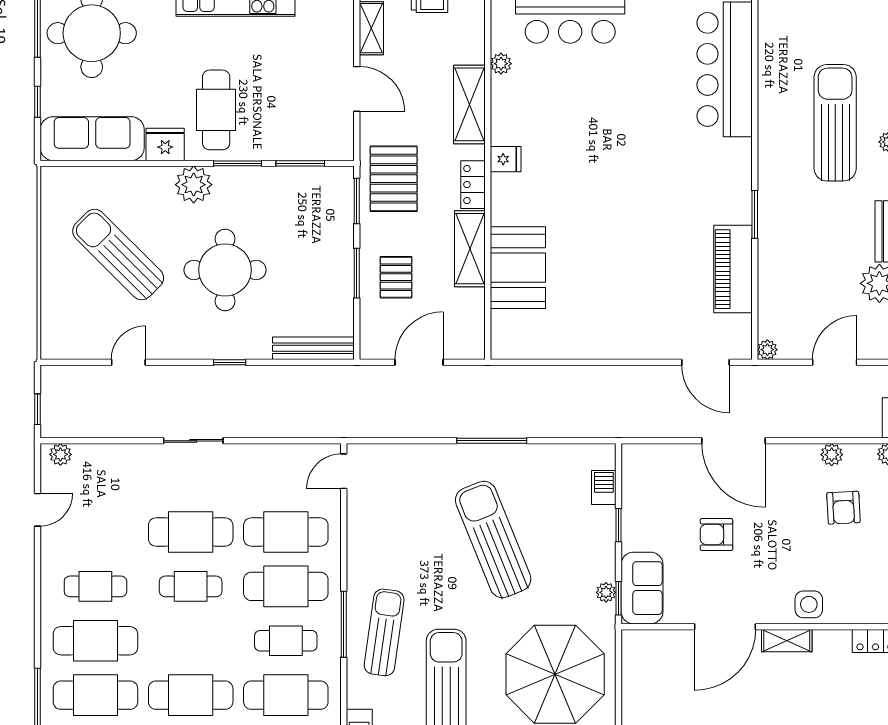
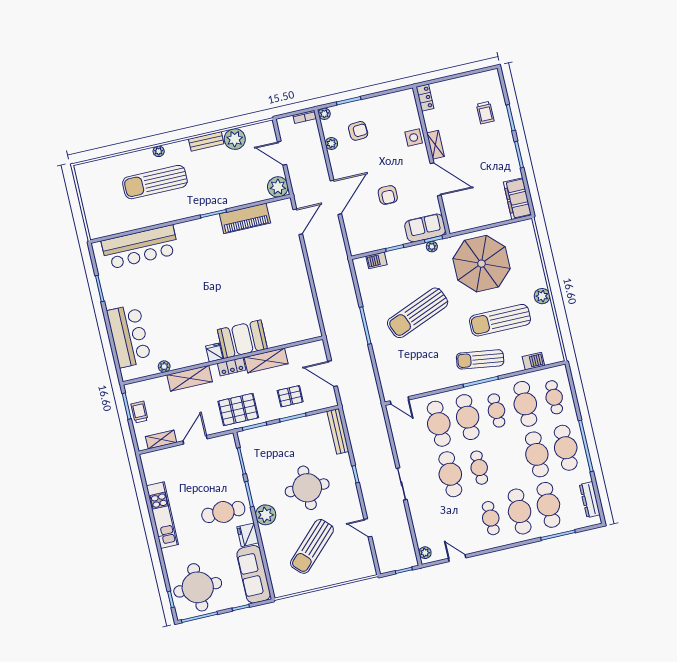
booth: (518, 268) -> (242, 339), moved
plant: (767, 350) -> (278, 187), width x1.88, depth x1.88

